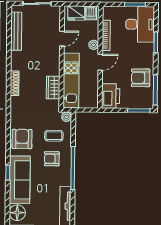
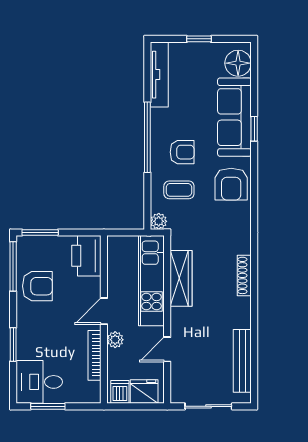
desk: (140, 24) -> (39, 382), width x0.73
wardrobe: (53, 88) -> (181, 278), width x1.50

